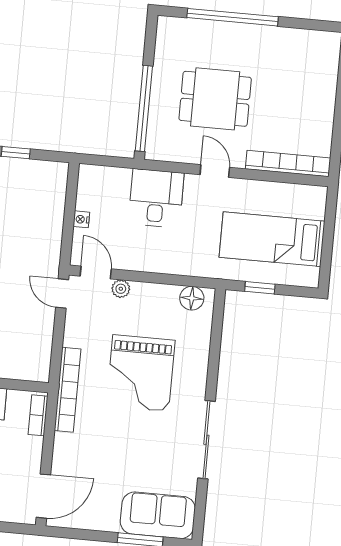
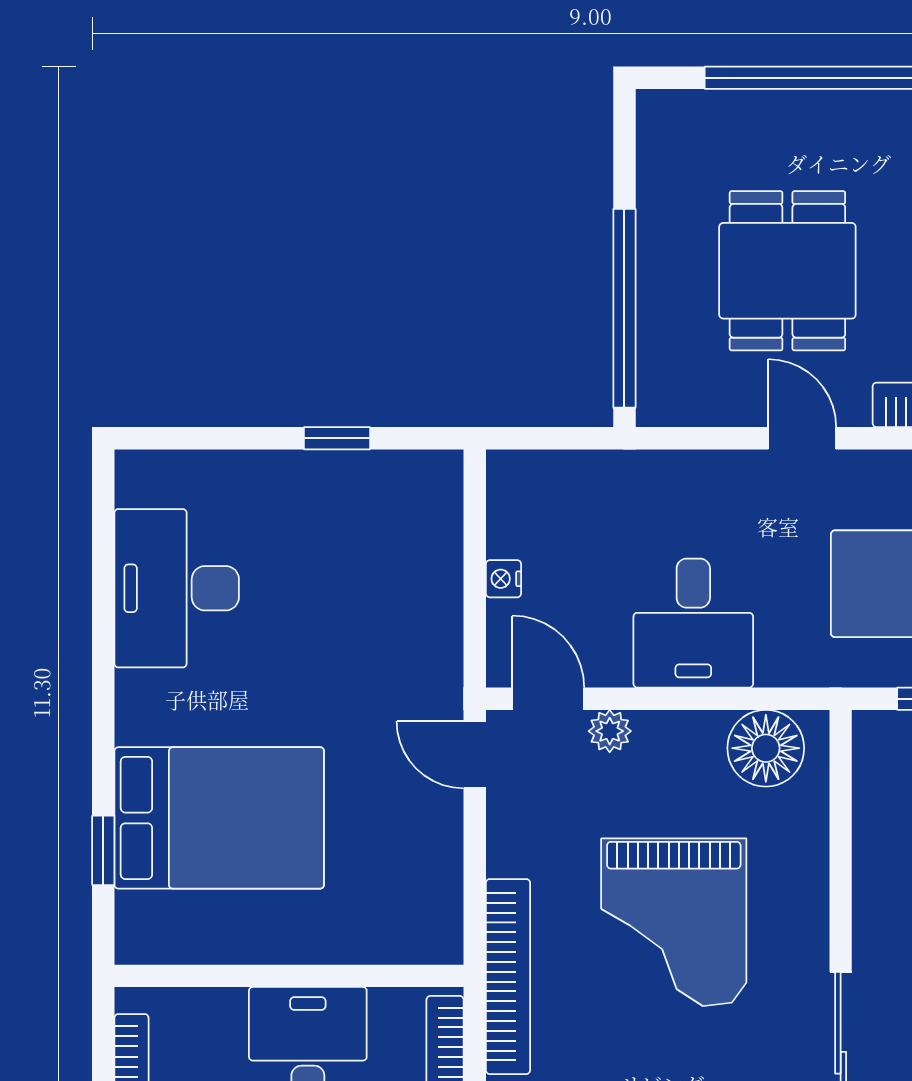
dining table: (215, 99) -> (787, 271), turned 90
desk: (156, 198) -> (693, 623), moved, turned 180
floor lamp: (192, 298) -> (766, 748), width x1.38, depth x1.38

